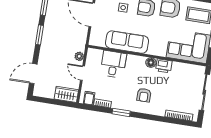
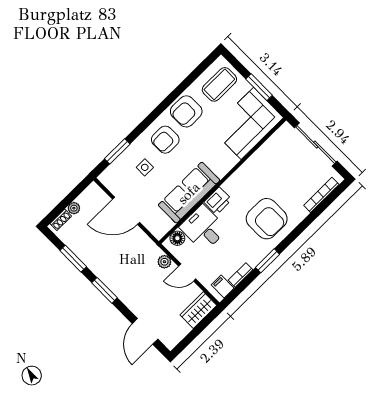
floor lamp: (151, 63) -> (177, 238), moved
printer: (164, 66) -> (218, 201), moved
armchair: (144, 95) -> (267, 219), width x1.88, depth x1.88

